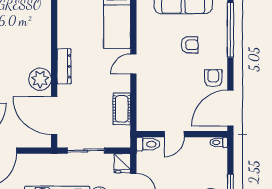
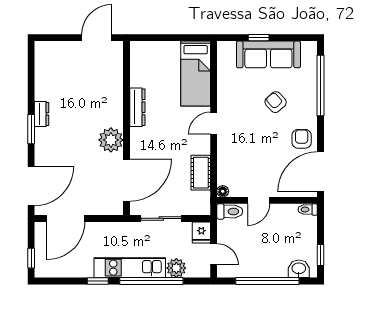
armchair: (190, 45) -> (276, 102), turned -132
dresser: (64, 66) -> (137, 107), moved
door: (54, 116) -> (126, 180), swing flipped
floor lamp: (142, 126) -> (223, 191), added

